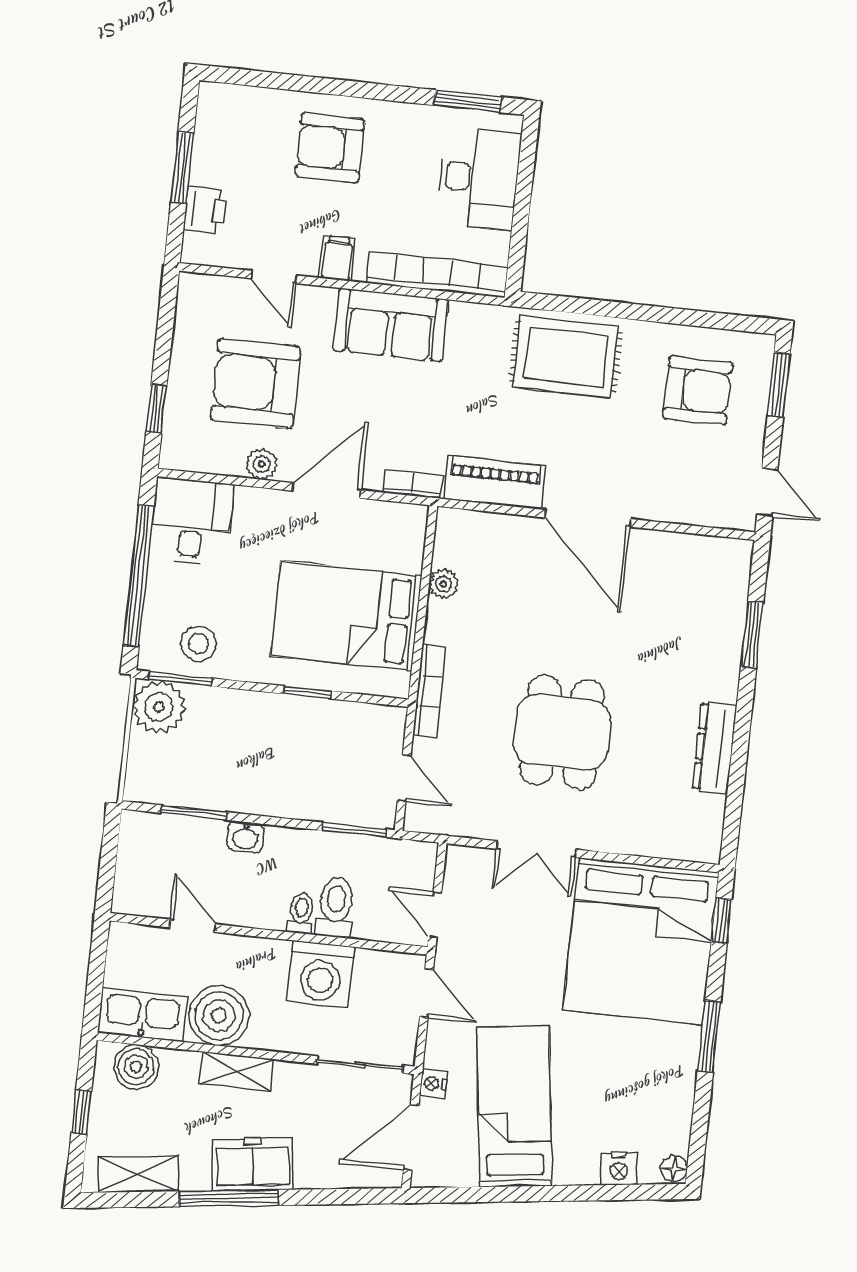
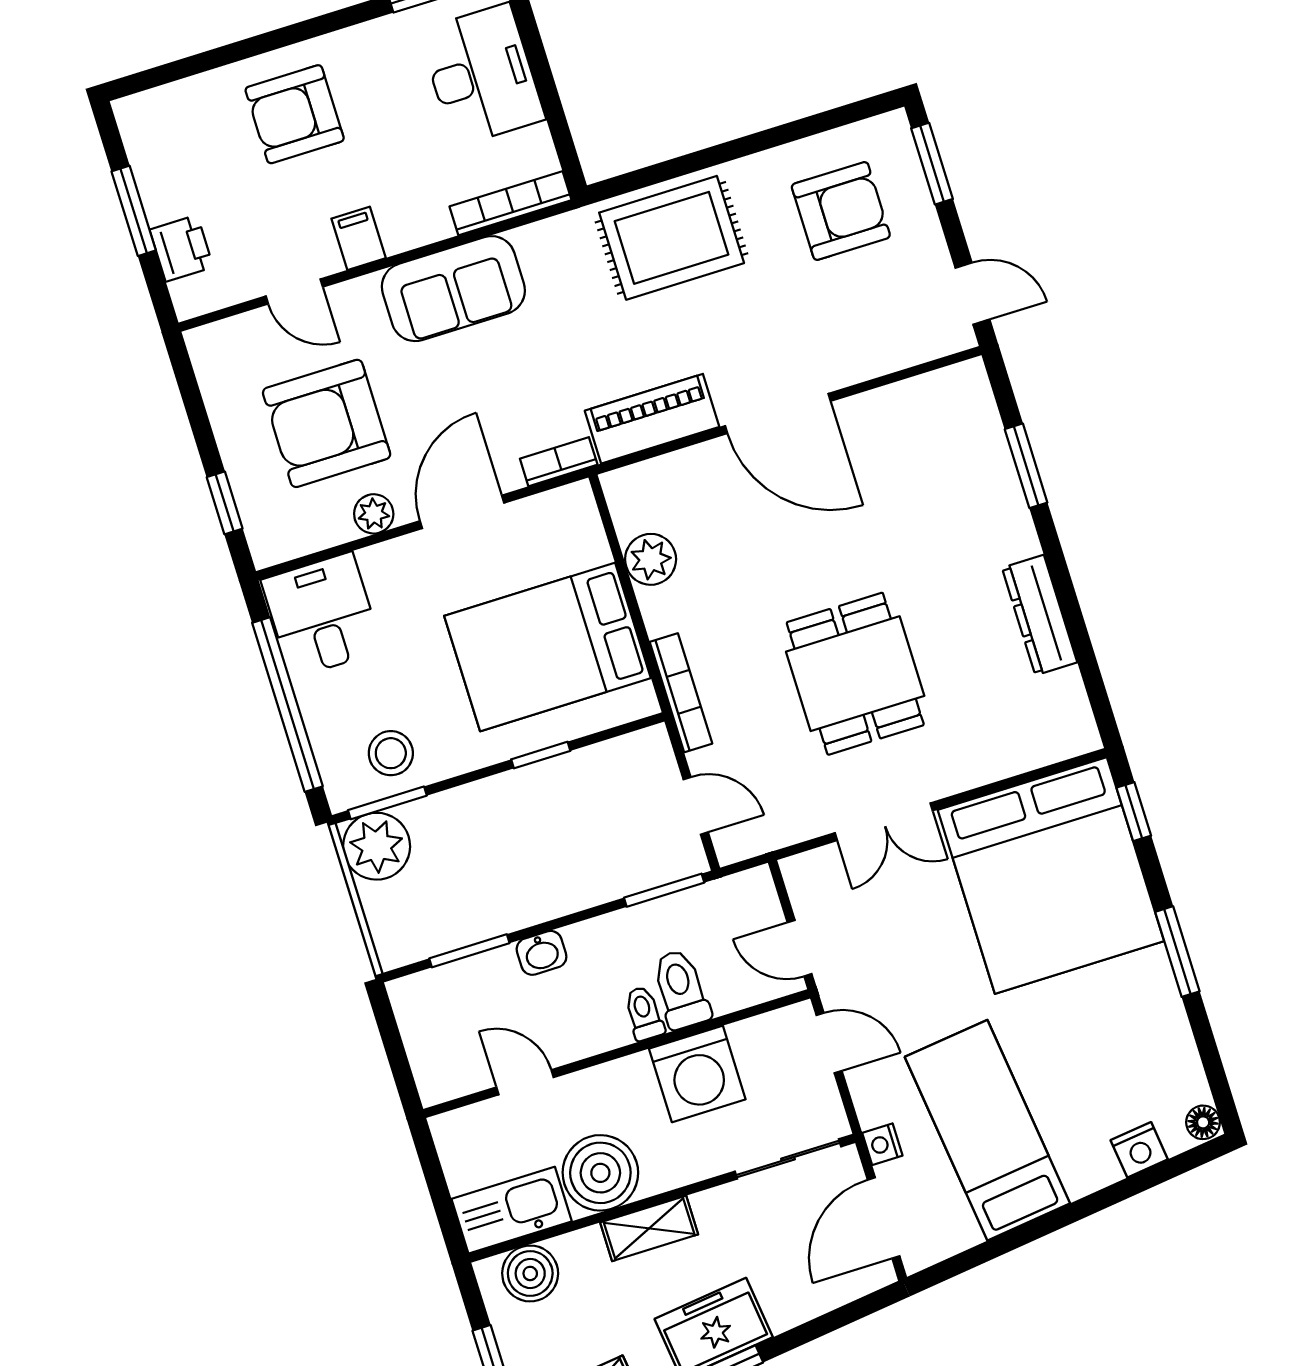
bookcase: (437, 275) -> (510, 203), width x0.68, depth x0.76
plant: (444, 584) -> (651, 559), width x1.38, depth x1.38

